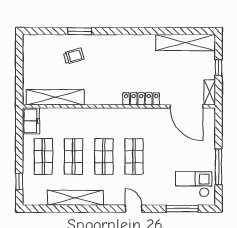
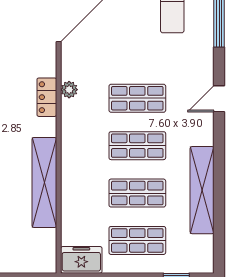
shelving: (55, 97) -> (44, 182), moved
locker: (141, 99) -> (47, 97), width x0.66
plant: (139, 113) -> (69, 90), added

